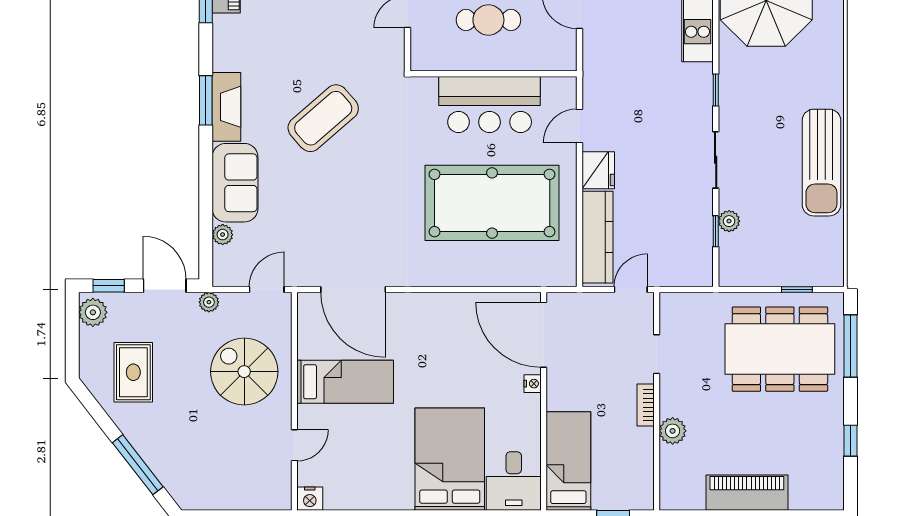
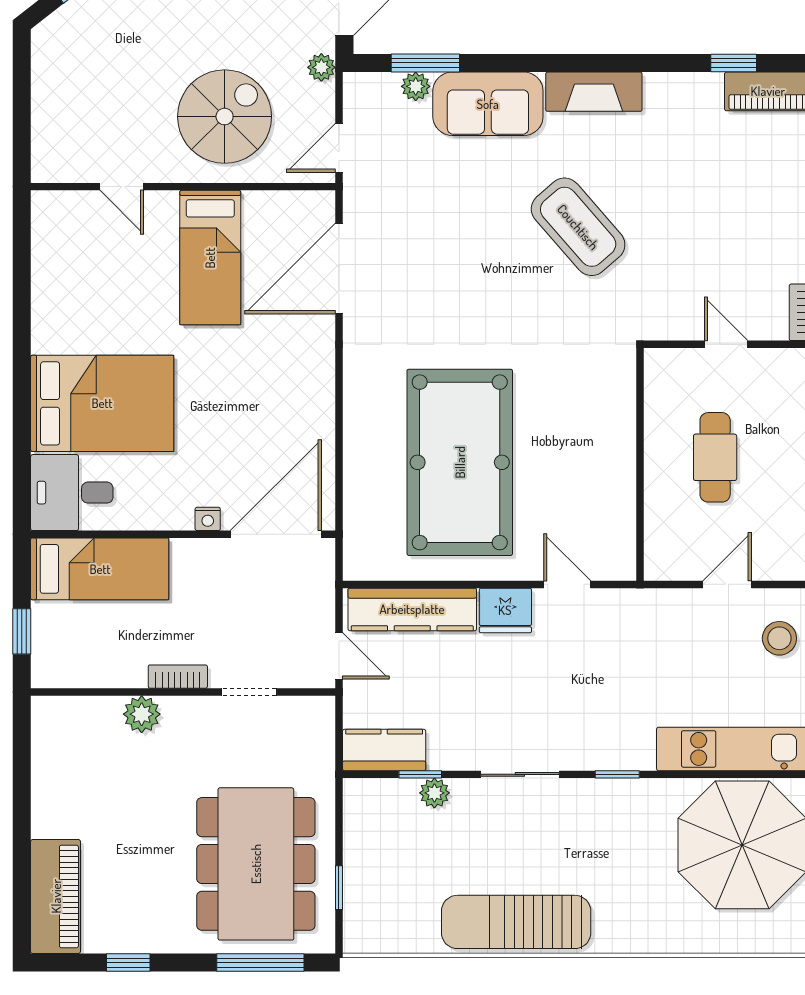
window: (206, 100) -> (425, 63), moved
bar counter: (490, 105) -> (597, 459), removed
kitchen counter: (698, 257) -> (384, 750), added
door: (267, 290) -> (339, 148), swing flipped
piano: (747, 493) -> (56, 896), moved
nightstand: (310, 499) -> (47, 208), removed

